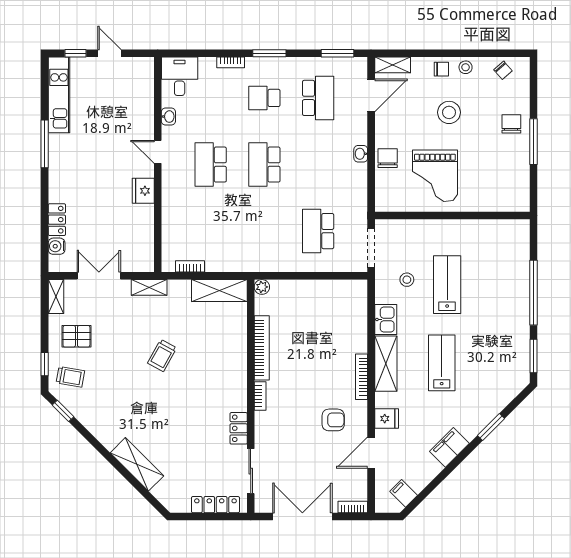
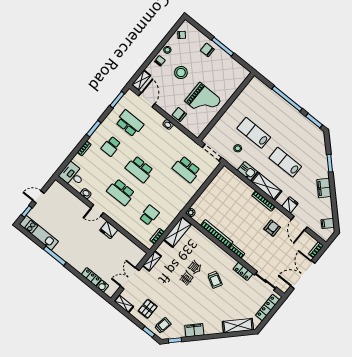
school desk: (211, 231) -> (149, 215), added
trolley: (162, 355) -> (215, 280), moved
filing cabinet: (99, 427) -> (194, 330), added
shelving: (137, 464) -> (238, 326), moved

